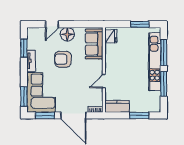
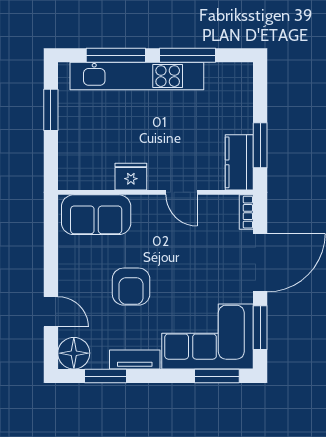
floor lamp: (67, 34) -> (74, 353), moved
fridge: (111, 36) -> (131, 177), moved
window: (139, 115) -> (260, 145), moved

